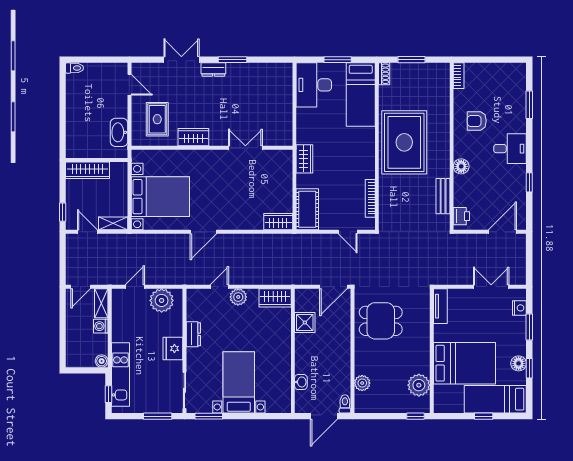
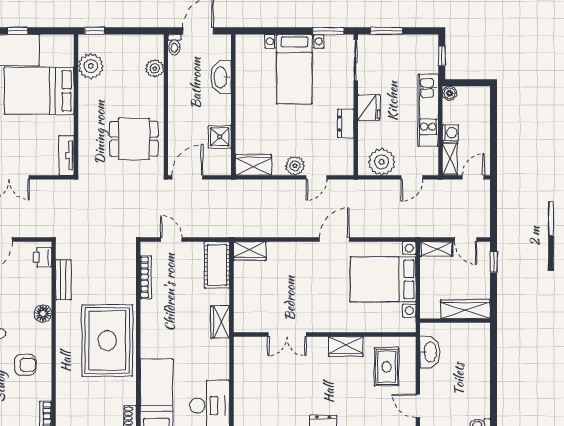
kitchen unit: (120, 375) -> (428, 110), moved
washbasin: (301, 382) -> (221, 77), width x1.91, depth x1.45

